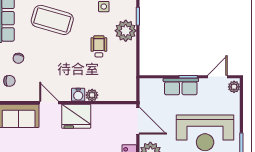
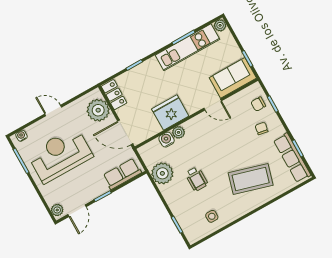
plant: (126, 31) -> (162, 173), moved
row of seats: (181, 87) -> (122, 174), moved
water cooler: (78, 95) -> (167, 140), moved
fridge: (76, 116) -> (170, 112), moved

